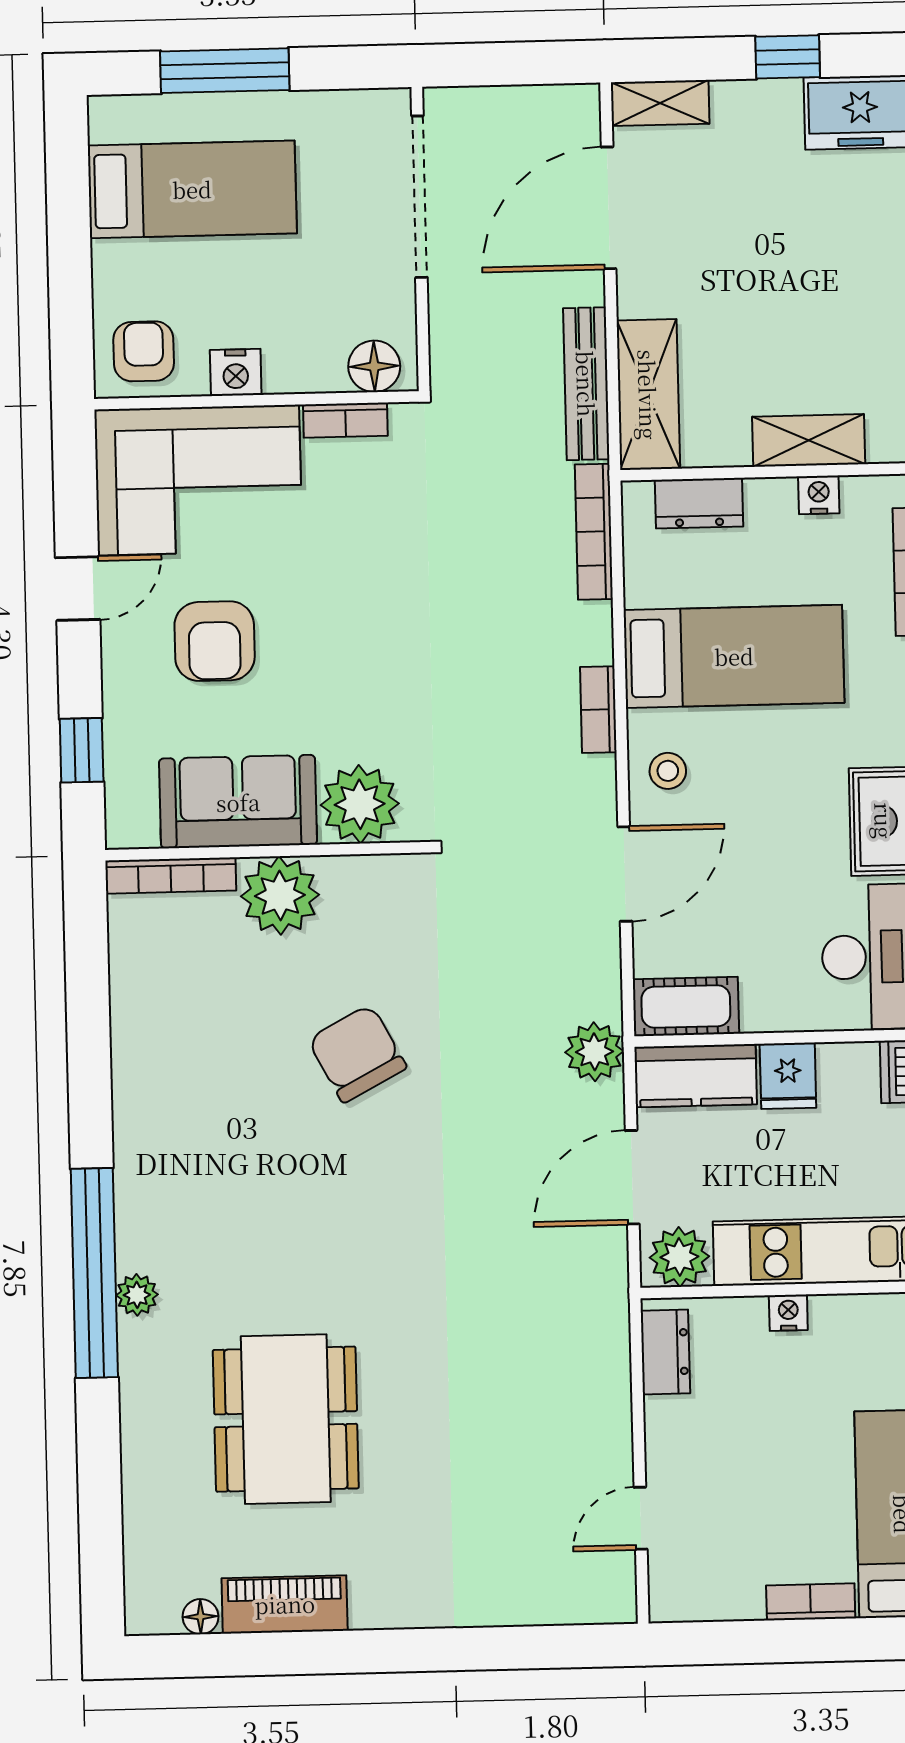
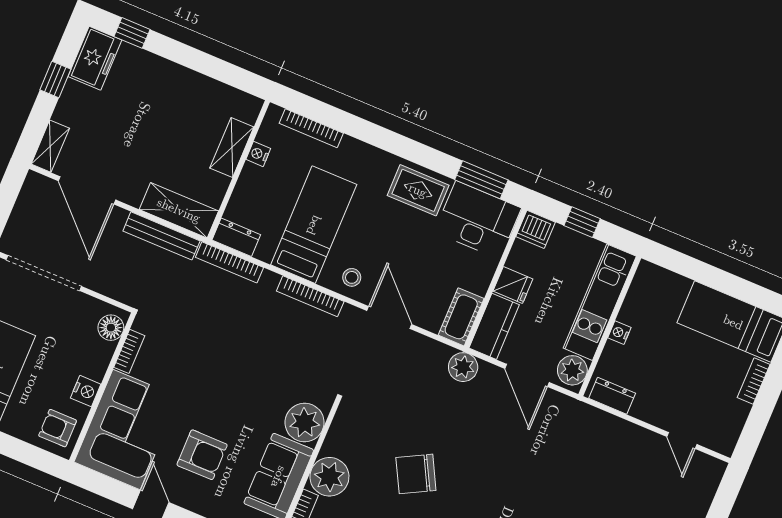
dresser: (699, 503) -> (236, 237), moved, turned -90
bookcase: (598, 710) -> (310, 296), width x1.56

